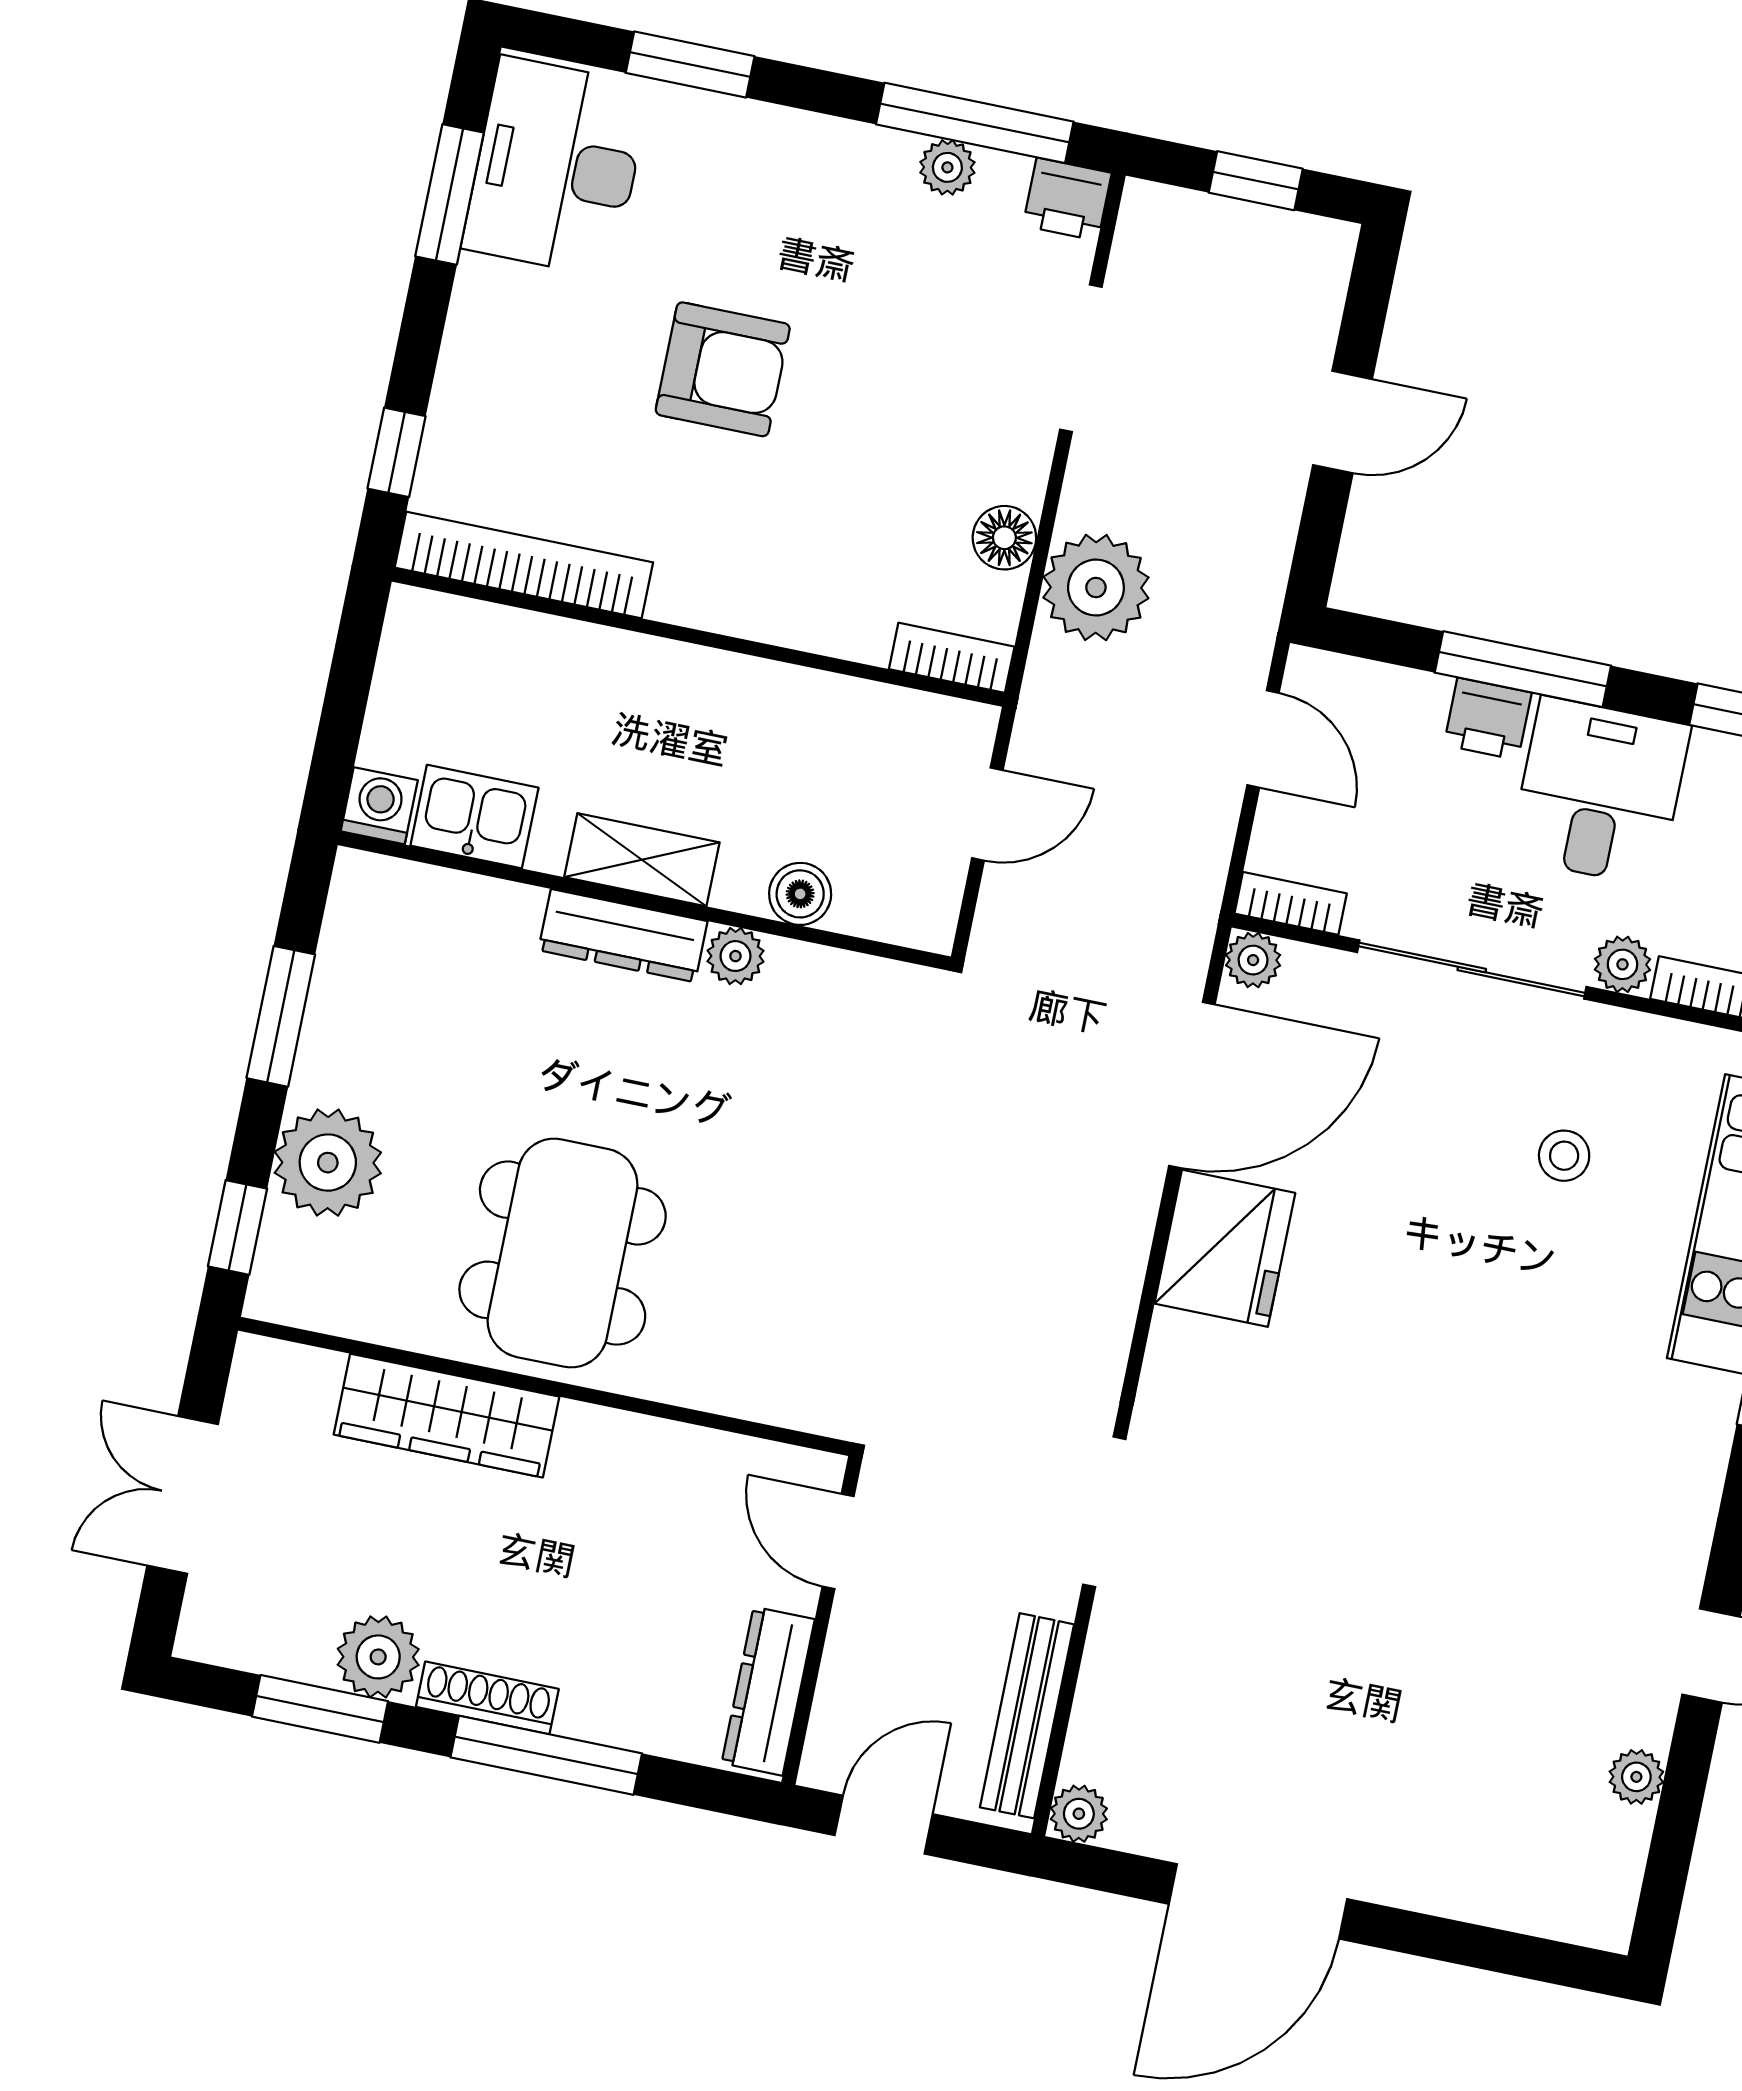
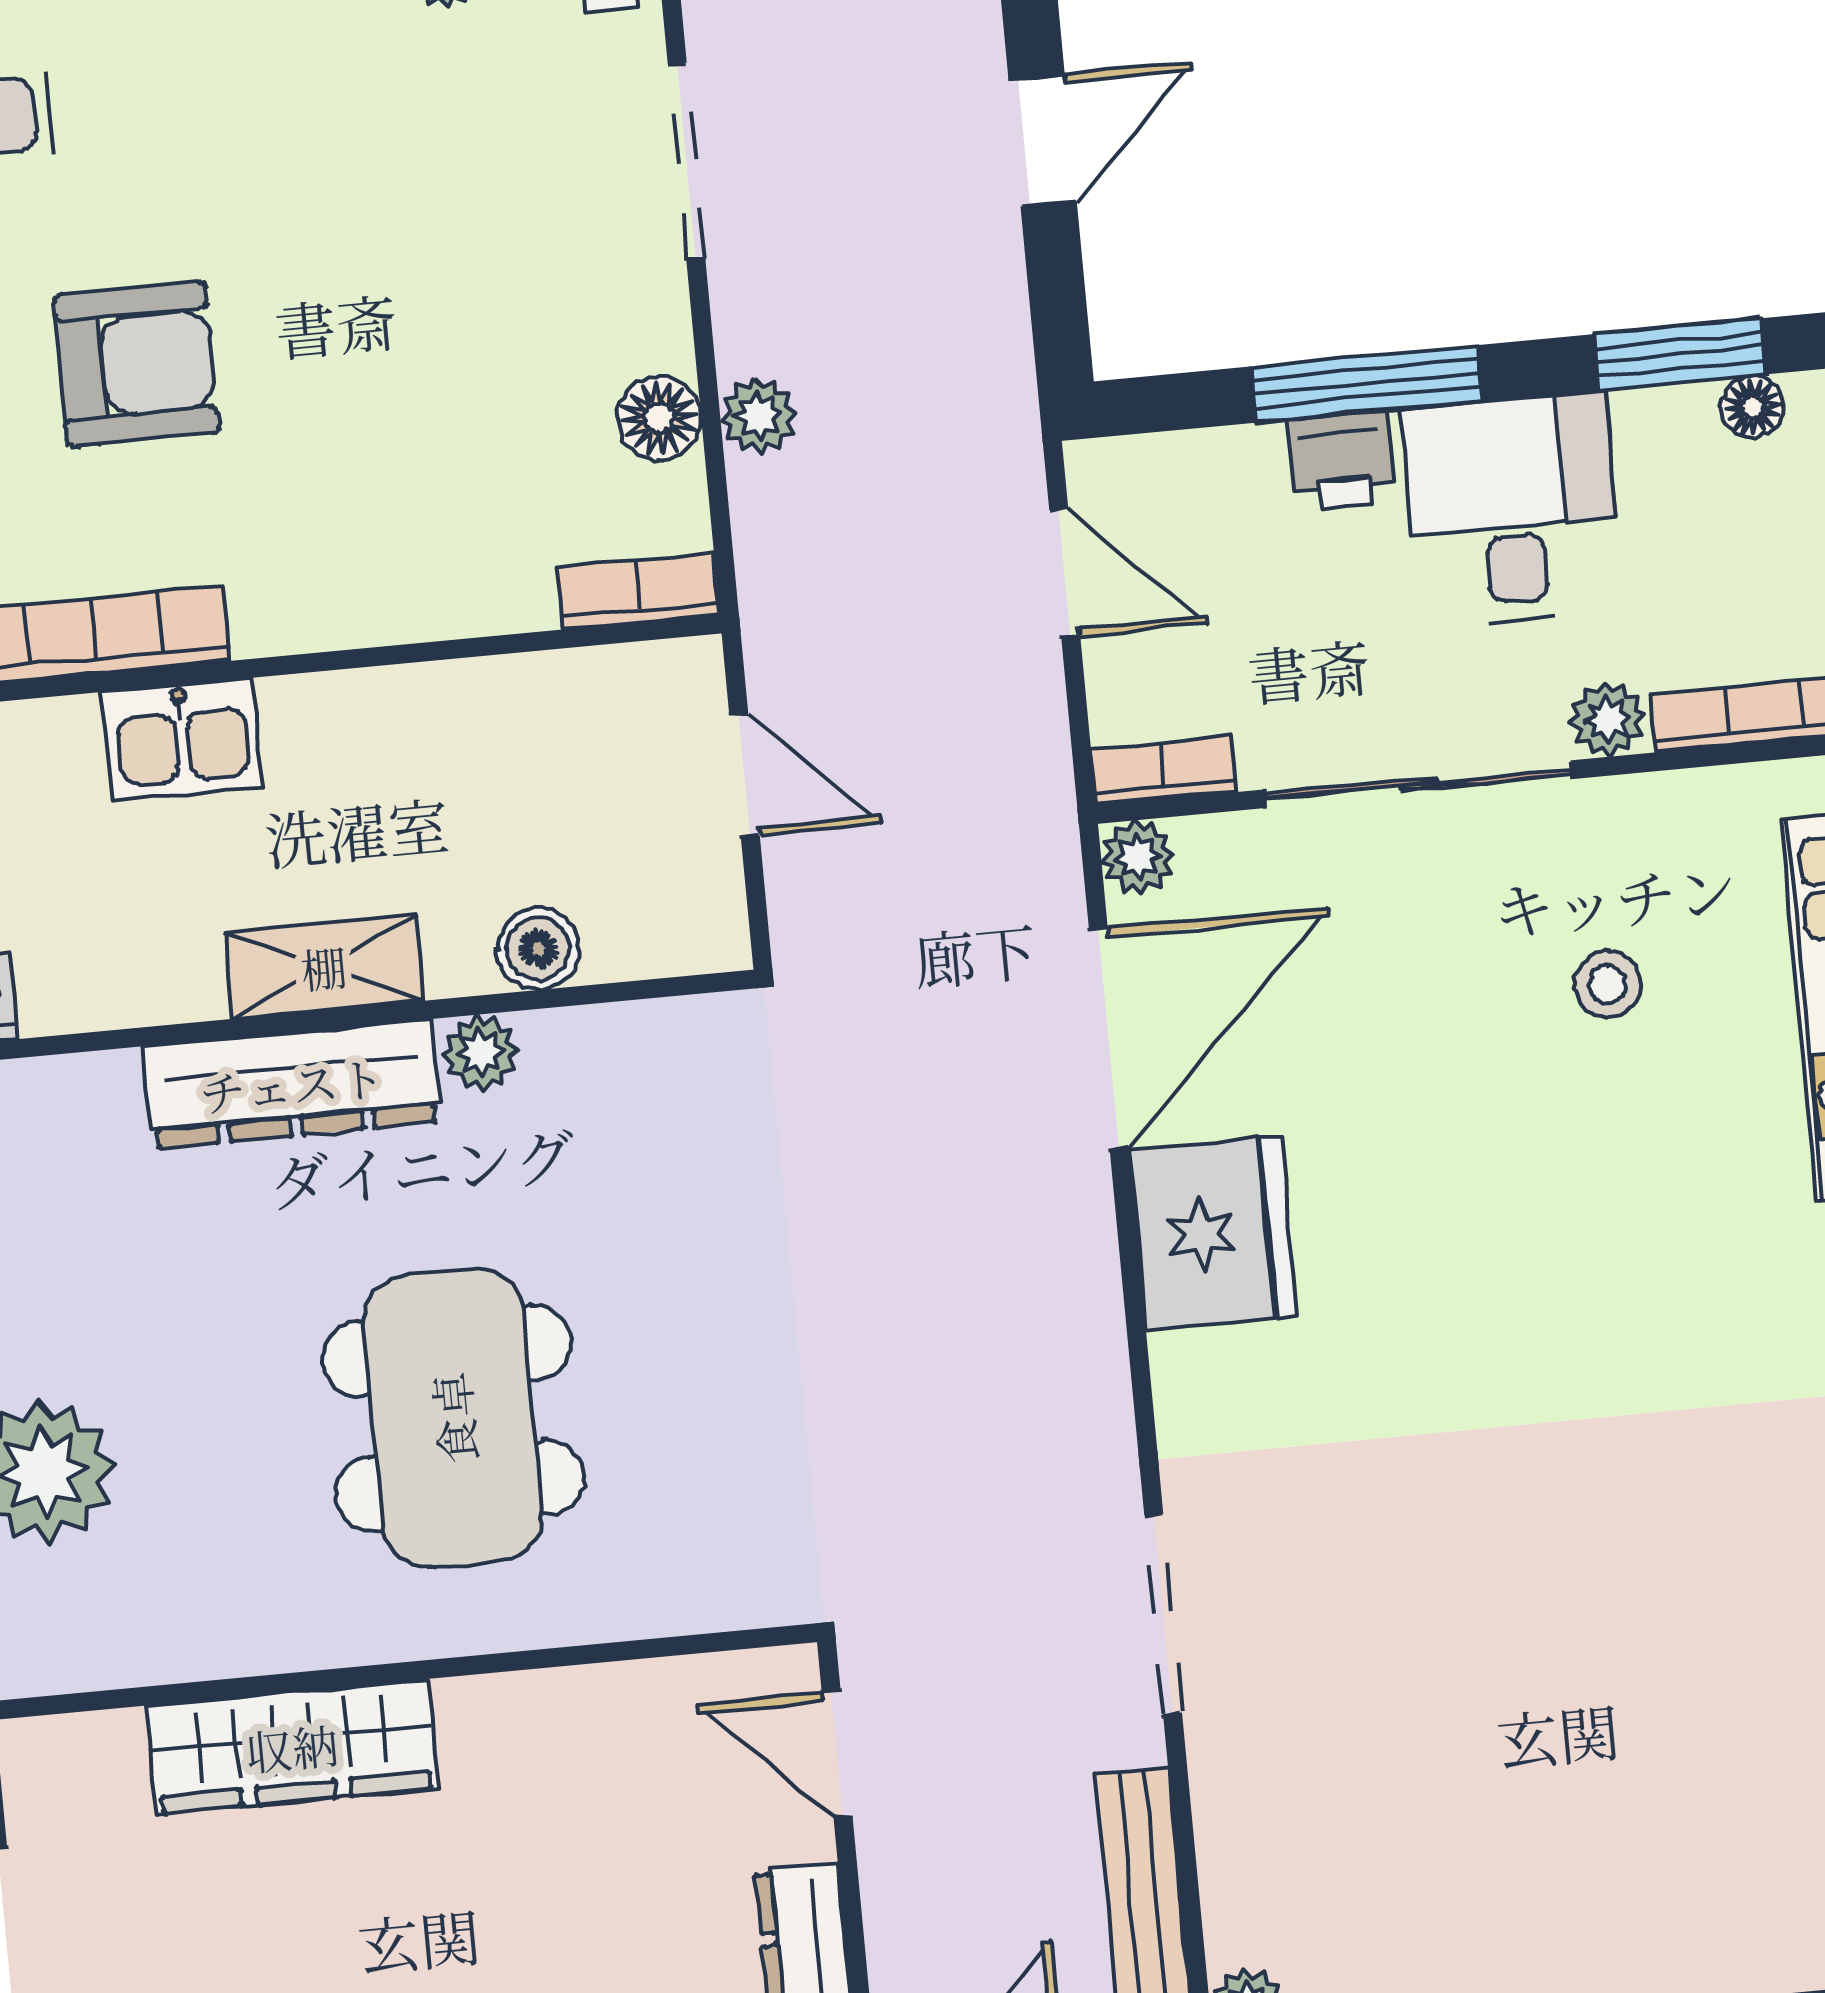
armchair: (723, 369) -> (136, 364), moved
plant: (1096, 587) -> (758, 416), width x0.53, depth x0.53
door: (987, 814) -> (745, 775), hinge flipped
kitchen sink: (474, 817) -> (182, 739), moved, turned 180
dresser: (623, 936) -> (292, 1084), width x1.37, depth x1.24
dining table: (563, 1253) -> (453, 1418), moved

